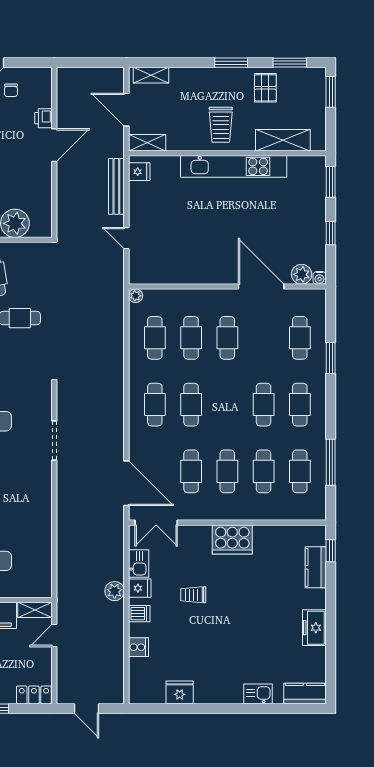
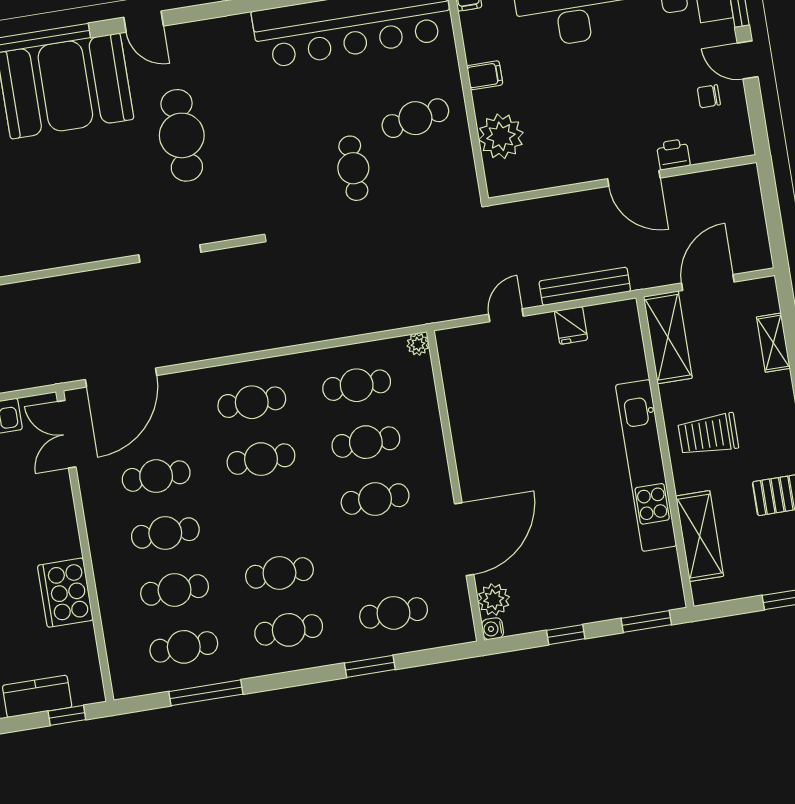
shelving: (151, 75) -> (773, 343), moved
shelving: (147, 143) -> (668, 337), width x1.50, depth x1.33
fridge: (139, 172) -> (571, 325), moved
cooker: (232, 539) -> (65, 593), moved

